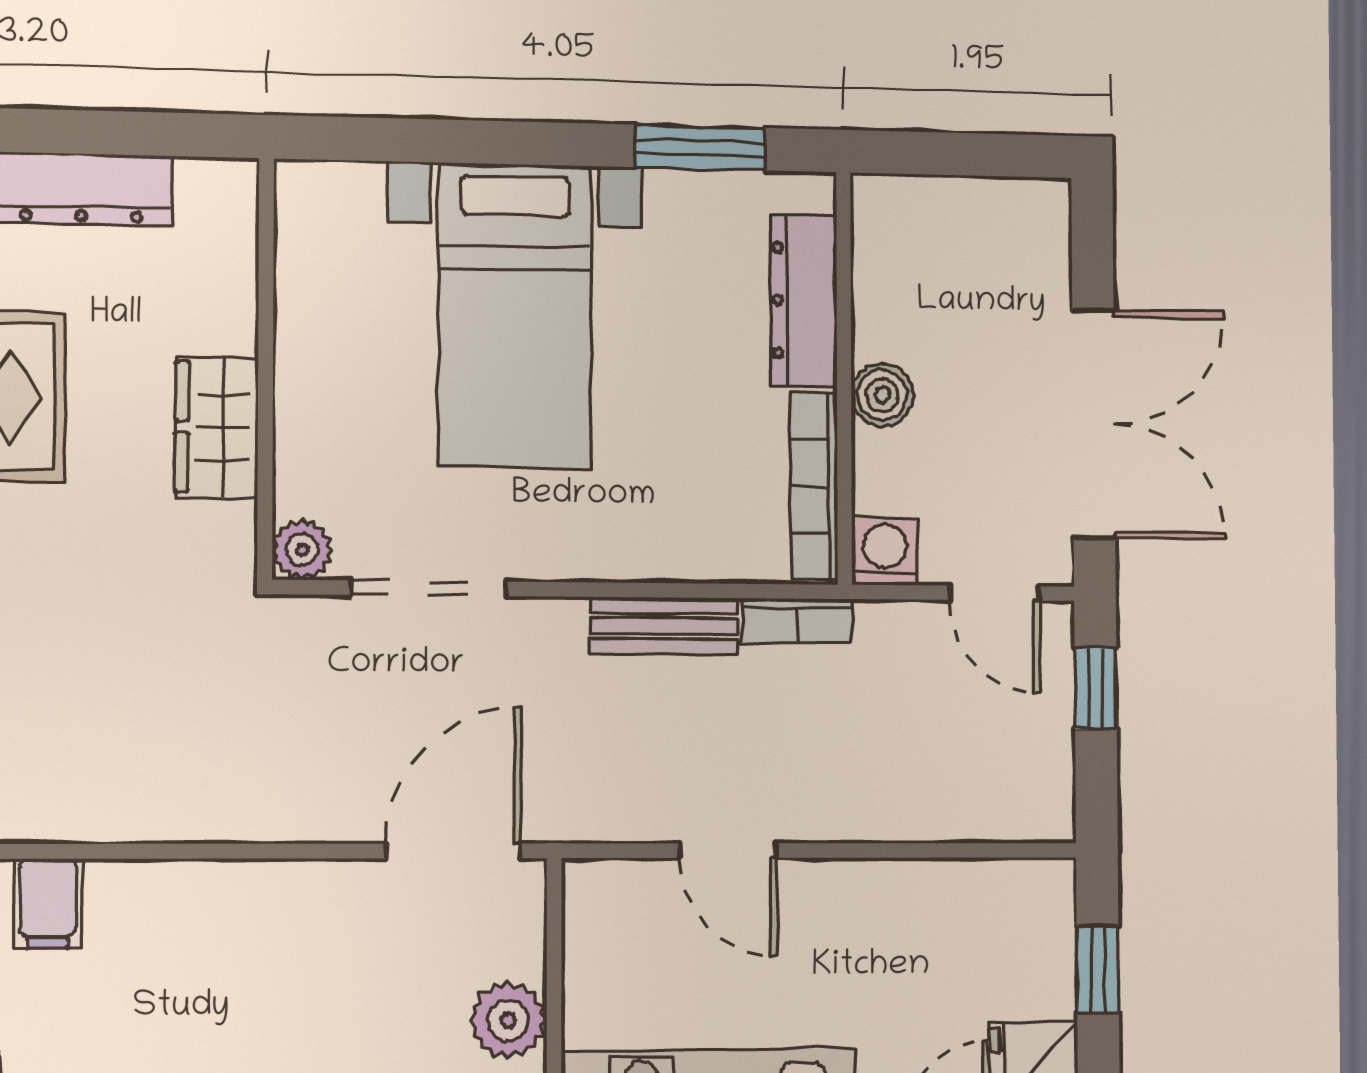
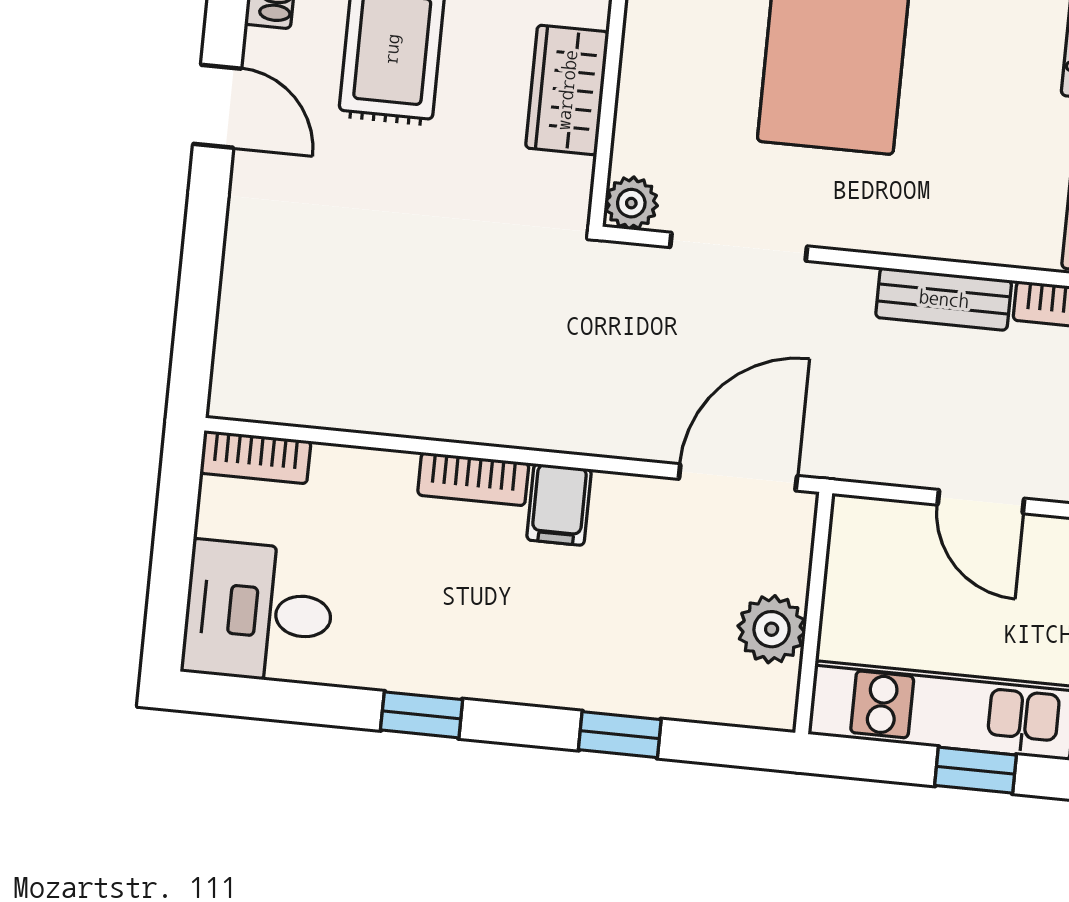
bookcase: (151, 884) -> (473, 479), added
filing cabinet: (48, 904) -> (559, 505), moved

